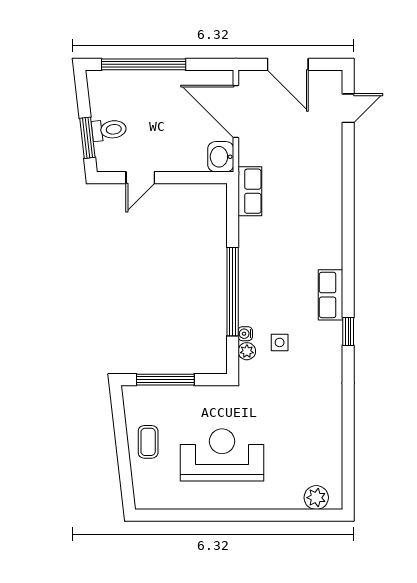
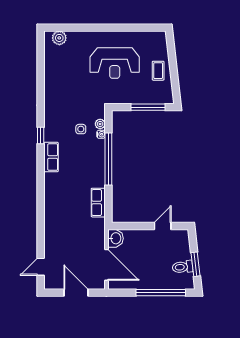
toilet: (109, 130) -> (183, 267), moved
window: (87, 138) -> (196, 264), moved
row of seats: (250, 191) -> (98, 203), moved

